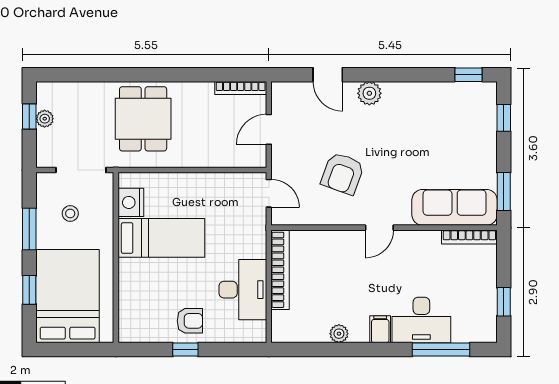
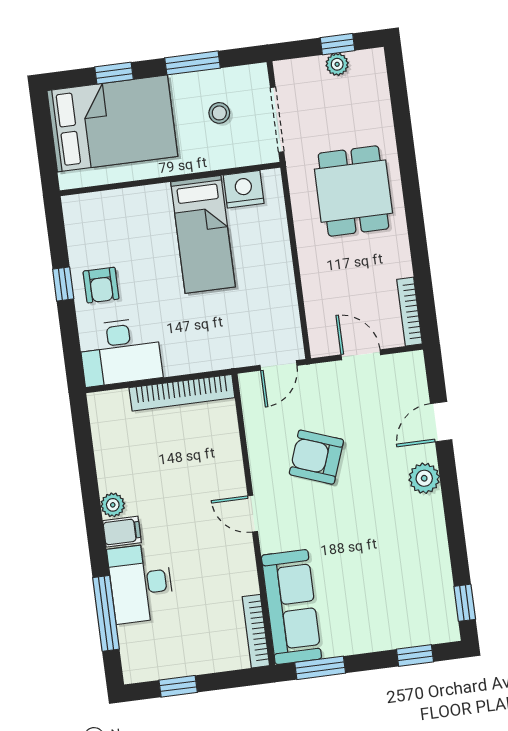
dining table: (143, 119) -> (353, 191), turned 90
desk: (243, 290) -> (120, 352), moved
plant: (339, 334) -> (113, 505), moved

